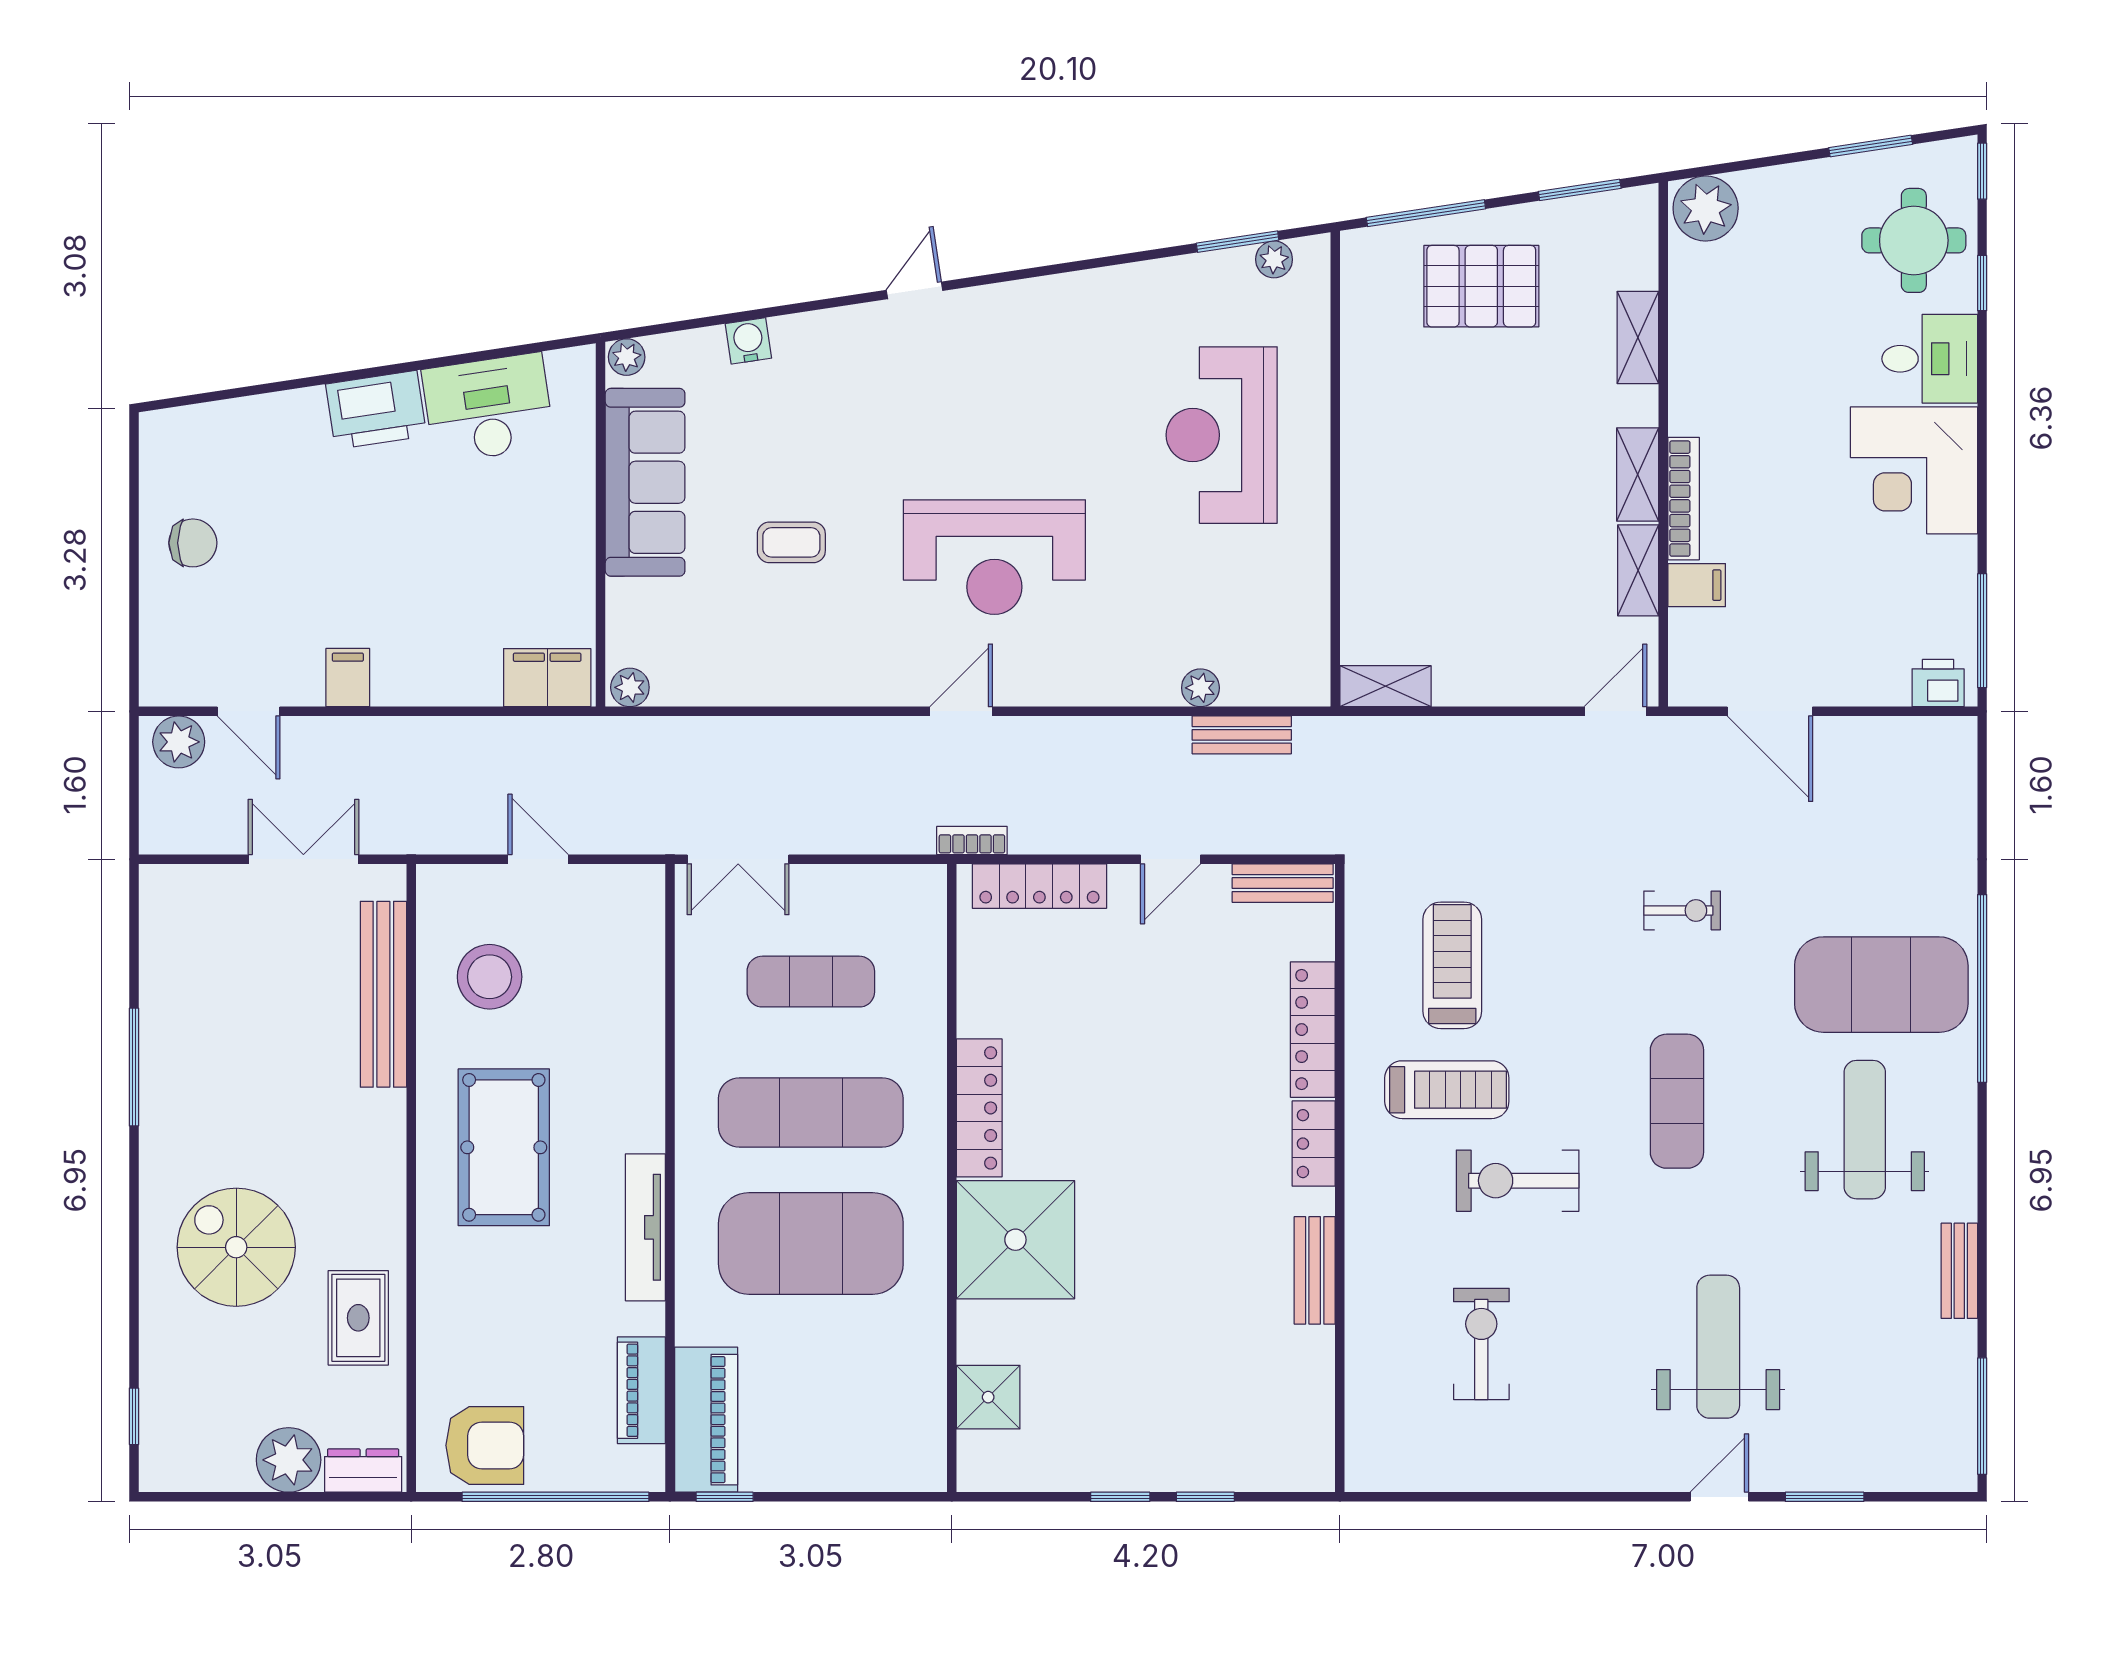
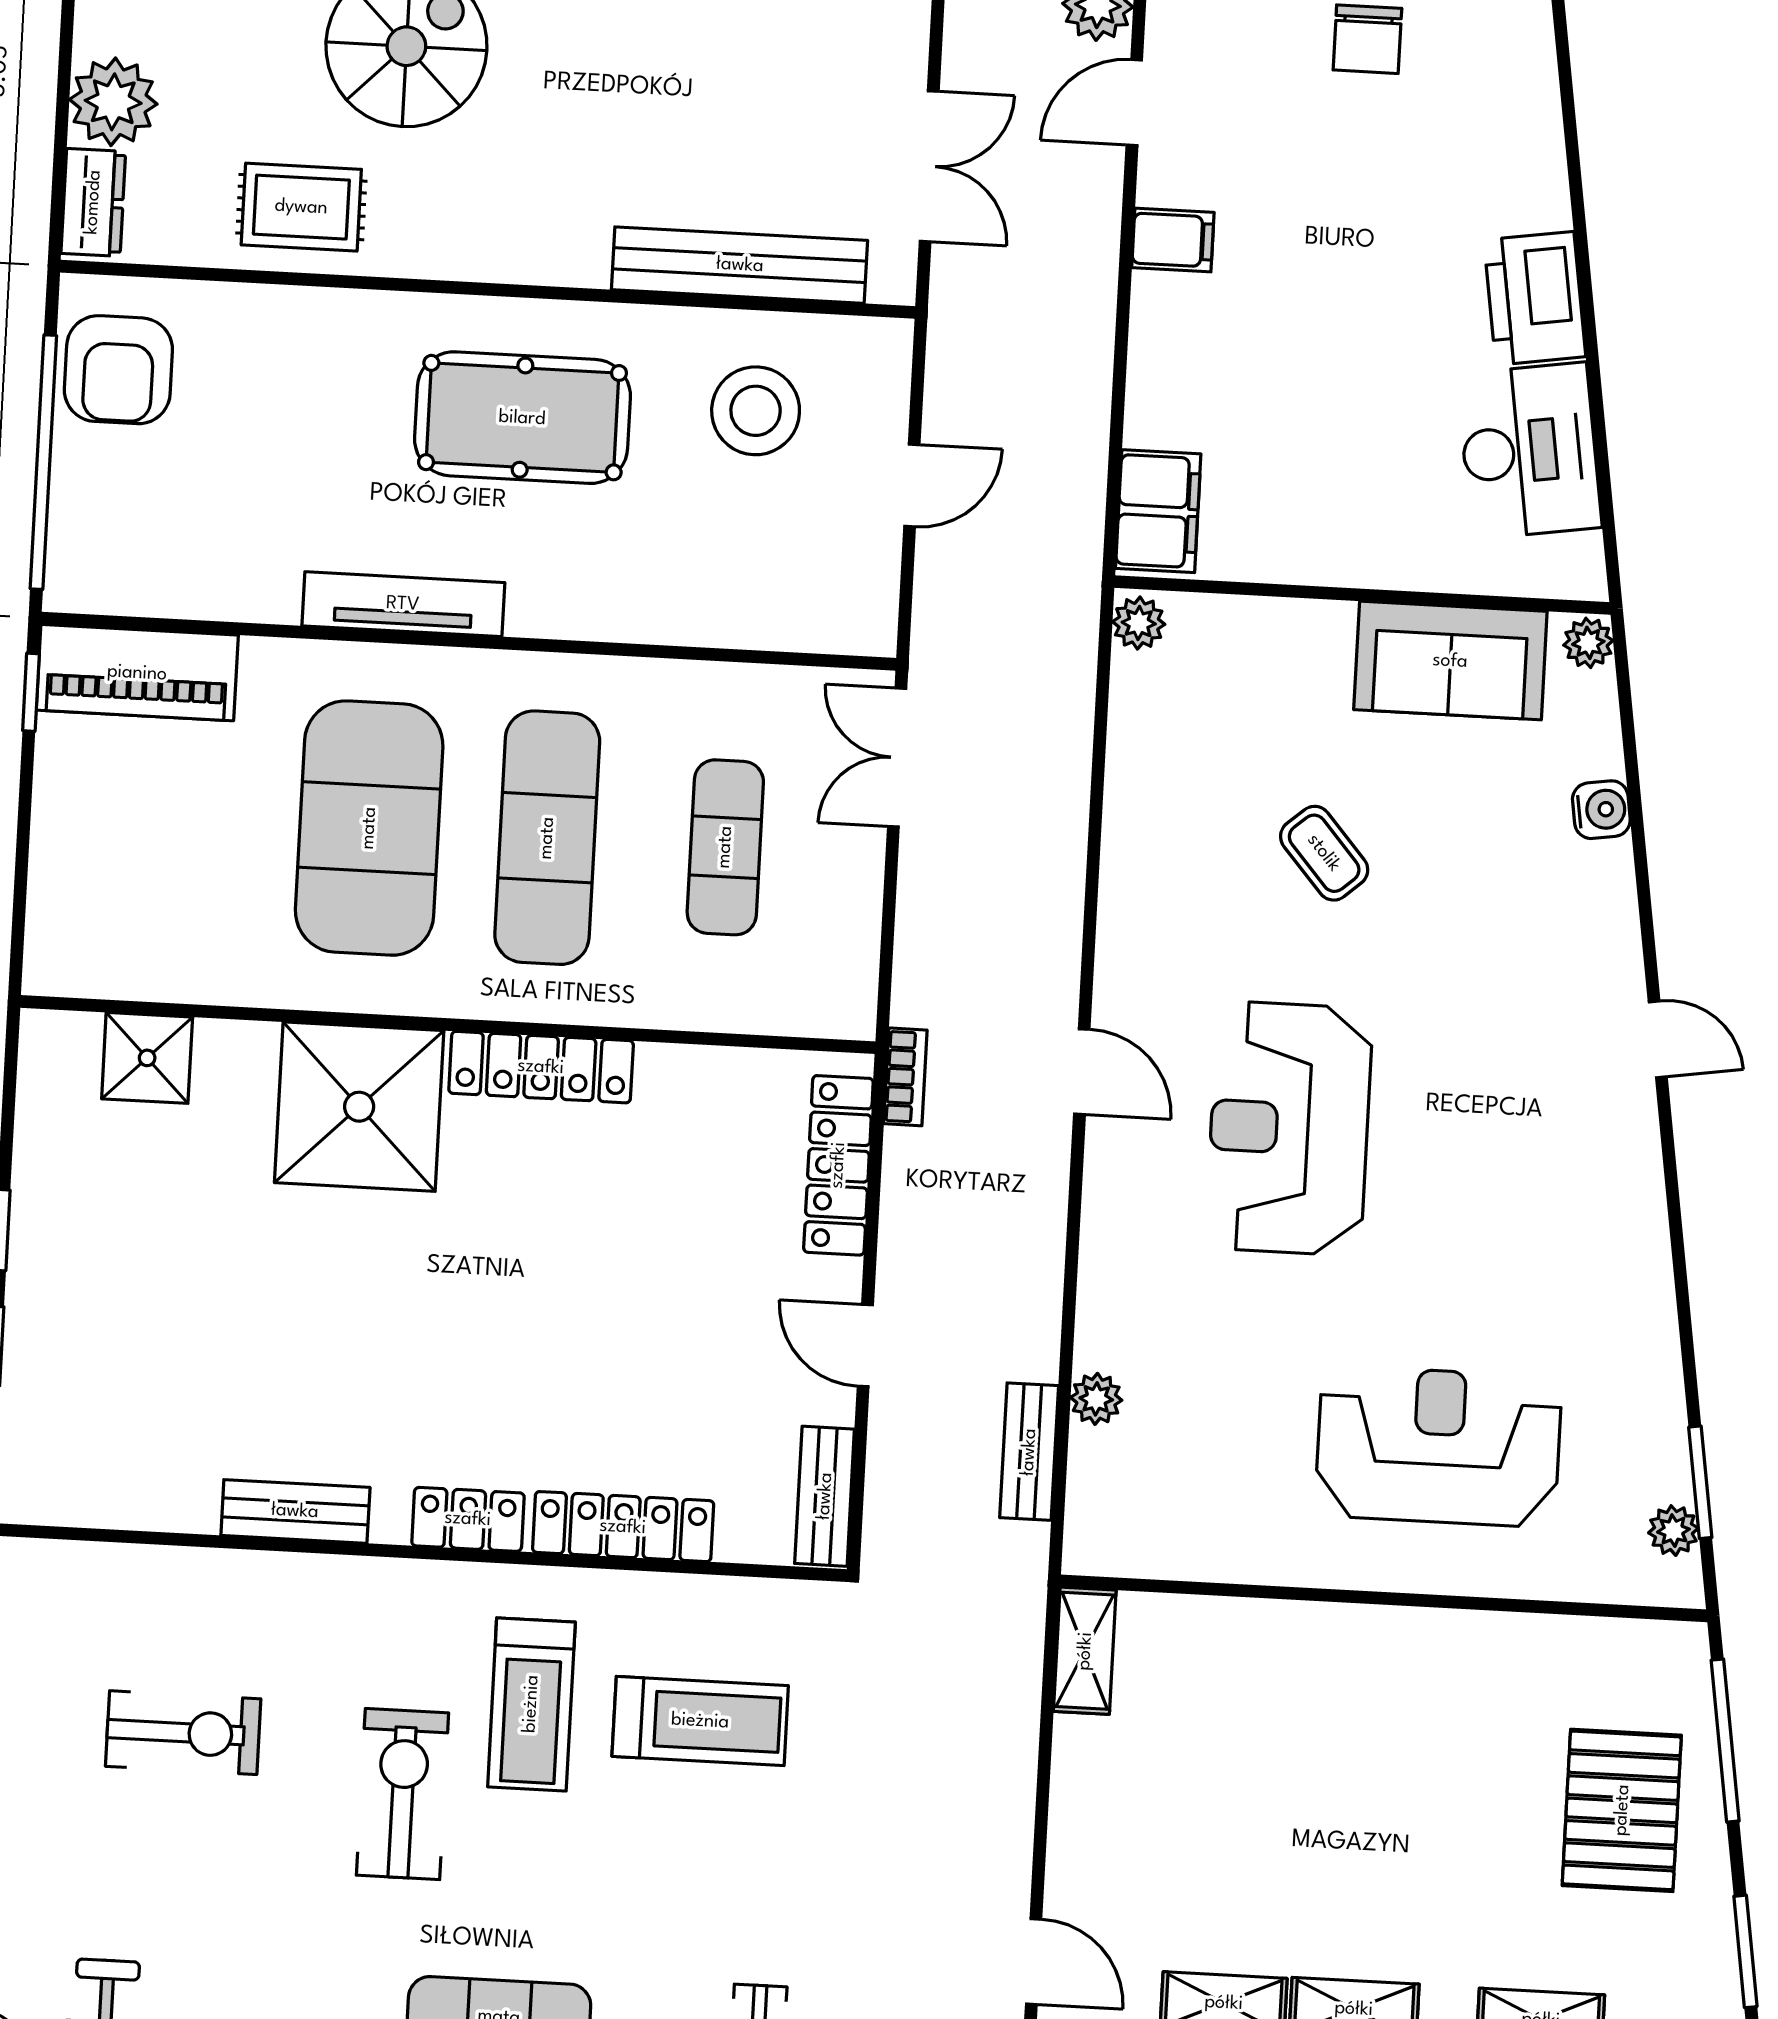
sofa: (645, 482) -> (1450, 661), width x0.73
coffee table: (791, 542) -> (1324, 853), turned -41
piano: (641, 1390) -> (182, 587), removed

